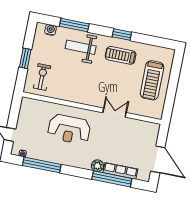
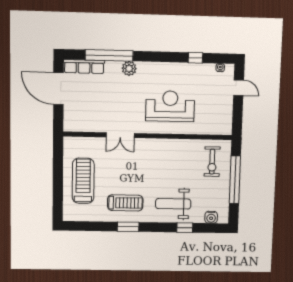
window: (74, 25) -> (185, 228), width x0.46
weight bench: (81, 47) -> (173, 204), turned 180
window: (25, 58) -> (235, 180), width x2.11
window: (42, 165) -> (195, 58), width x0.32
row of seats: (120, 171) -> (84, 67), moved

